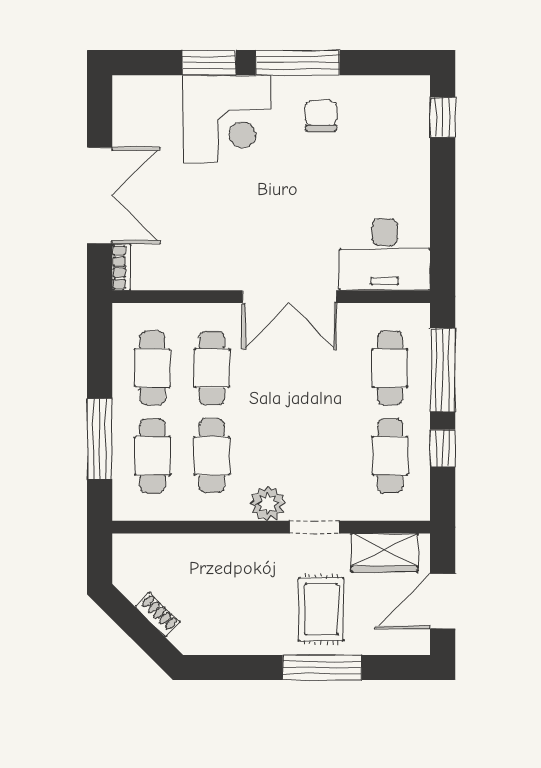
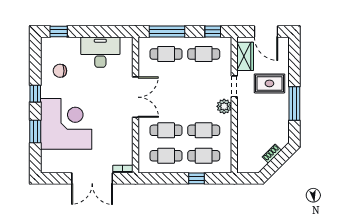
window: (298, 63) -> (35, 94), width x0.46
chair: (321, 116) -> (60, 71), moved
corner desk: (227, 119) -> (66, 124), width x1.36, depth x1.36
double door: (100, 195) -> (92, 178), swing flipped
desk: (385, 254) -> (100, 52), moved, turned -90
window: (100, 439) -> (196, 178), width x0.46
window: (443, 448) -> (213, 31), moved
window: (322, 667) -> (294, 104), moved

